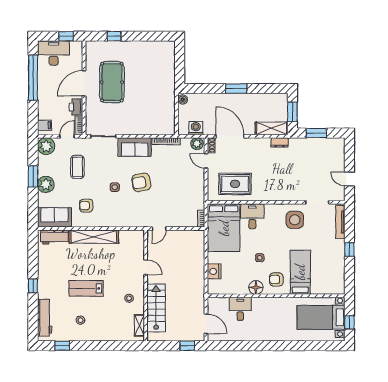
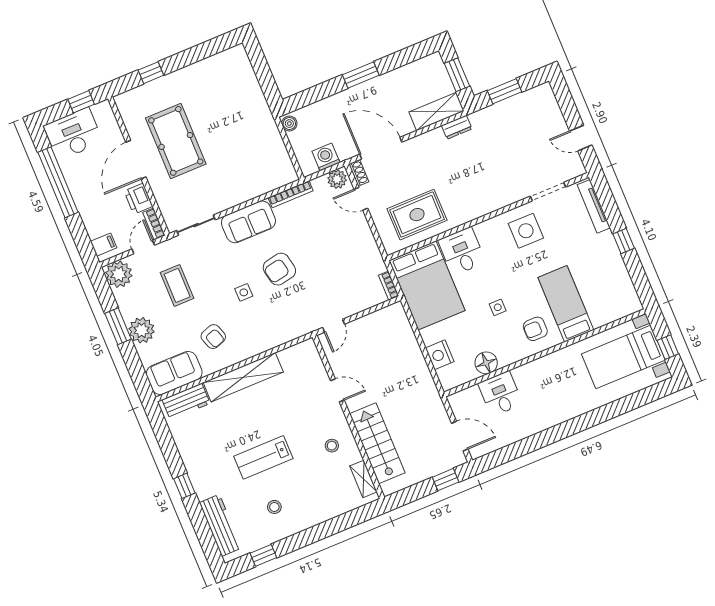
armchair: (86, 206) -> (213, 337), turned -109
floor lamp: (256, 287) -> (486, 363), moved

